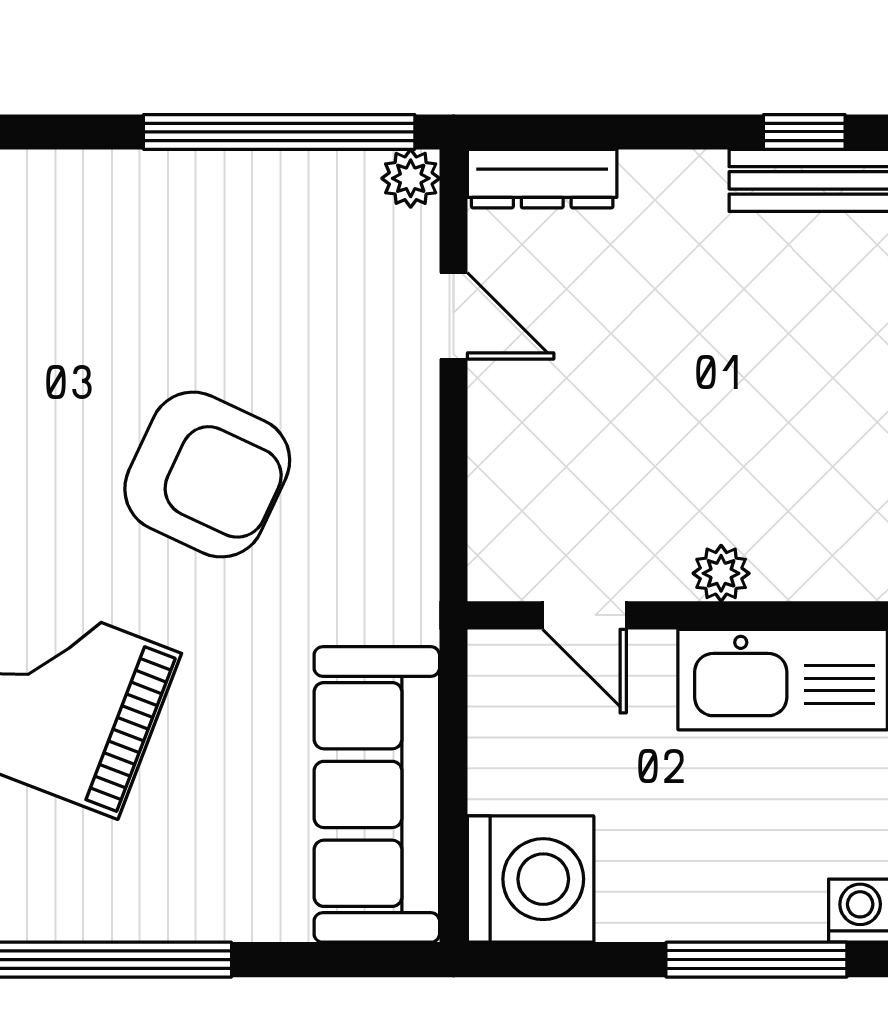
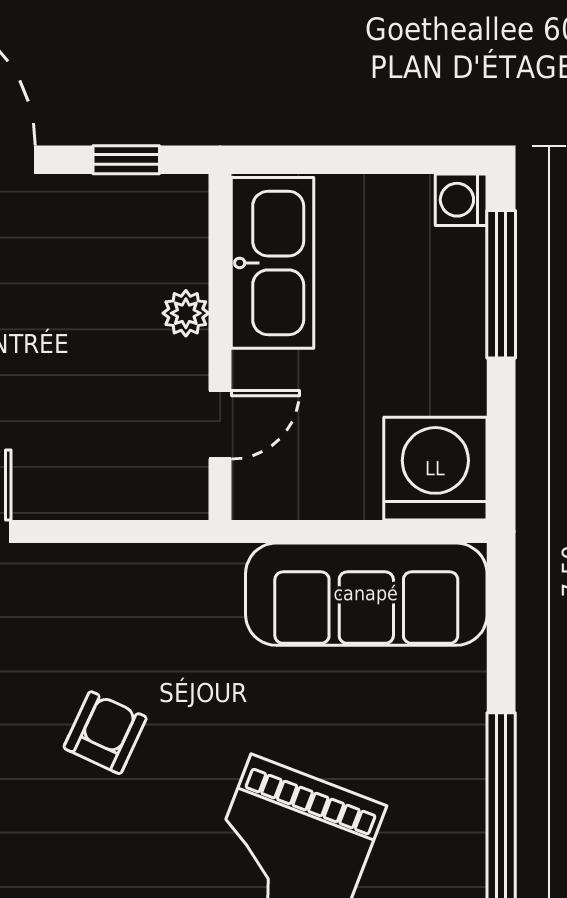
armchair: (207, 475) -> (105, 733), width x0.53, depth x0.53

